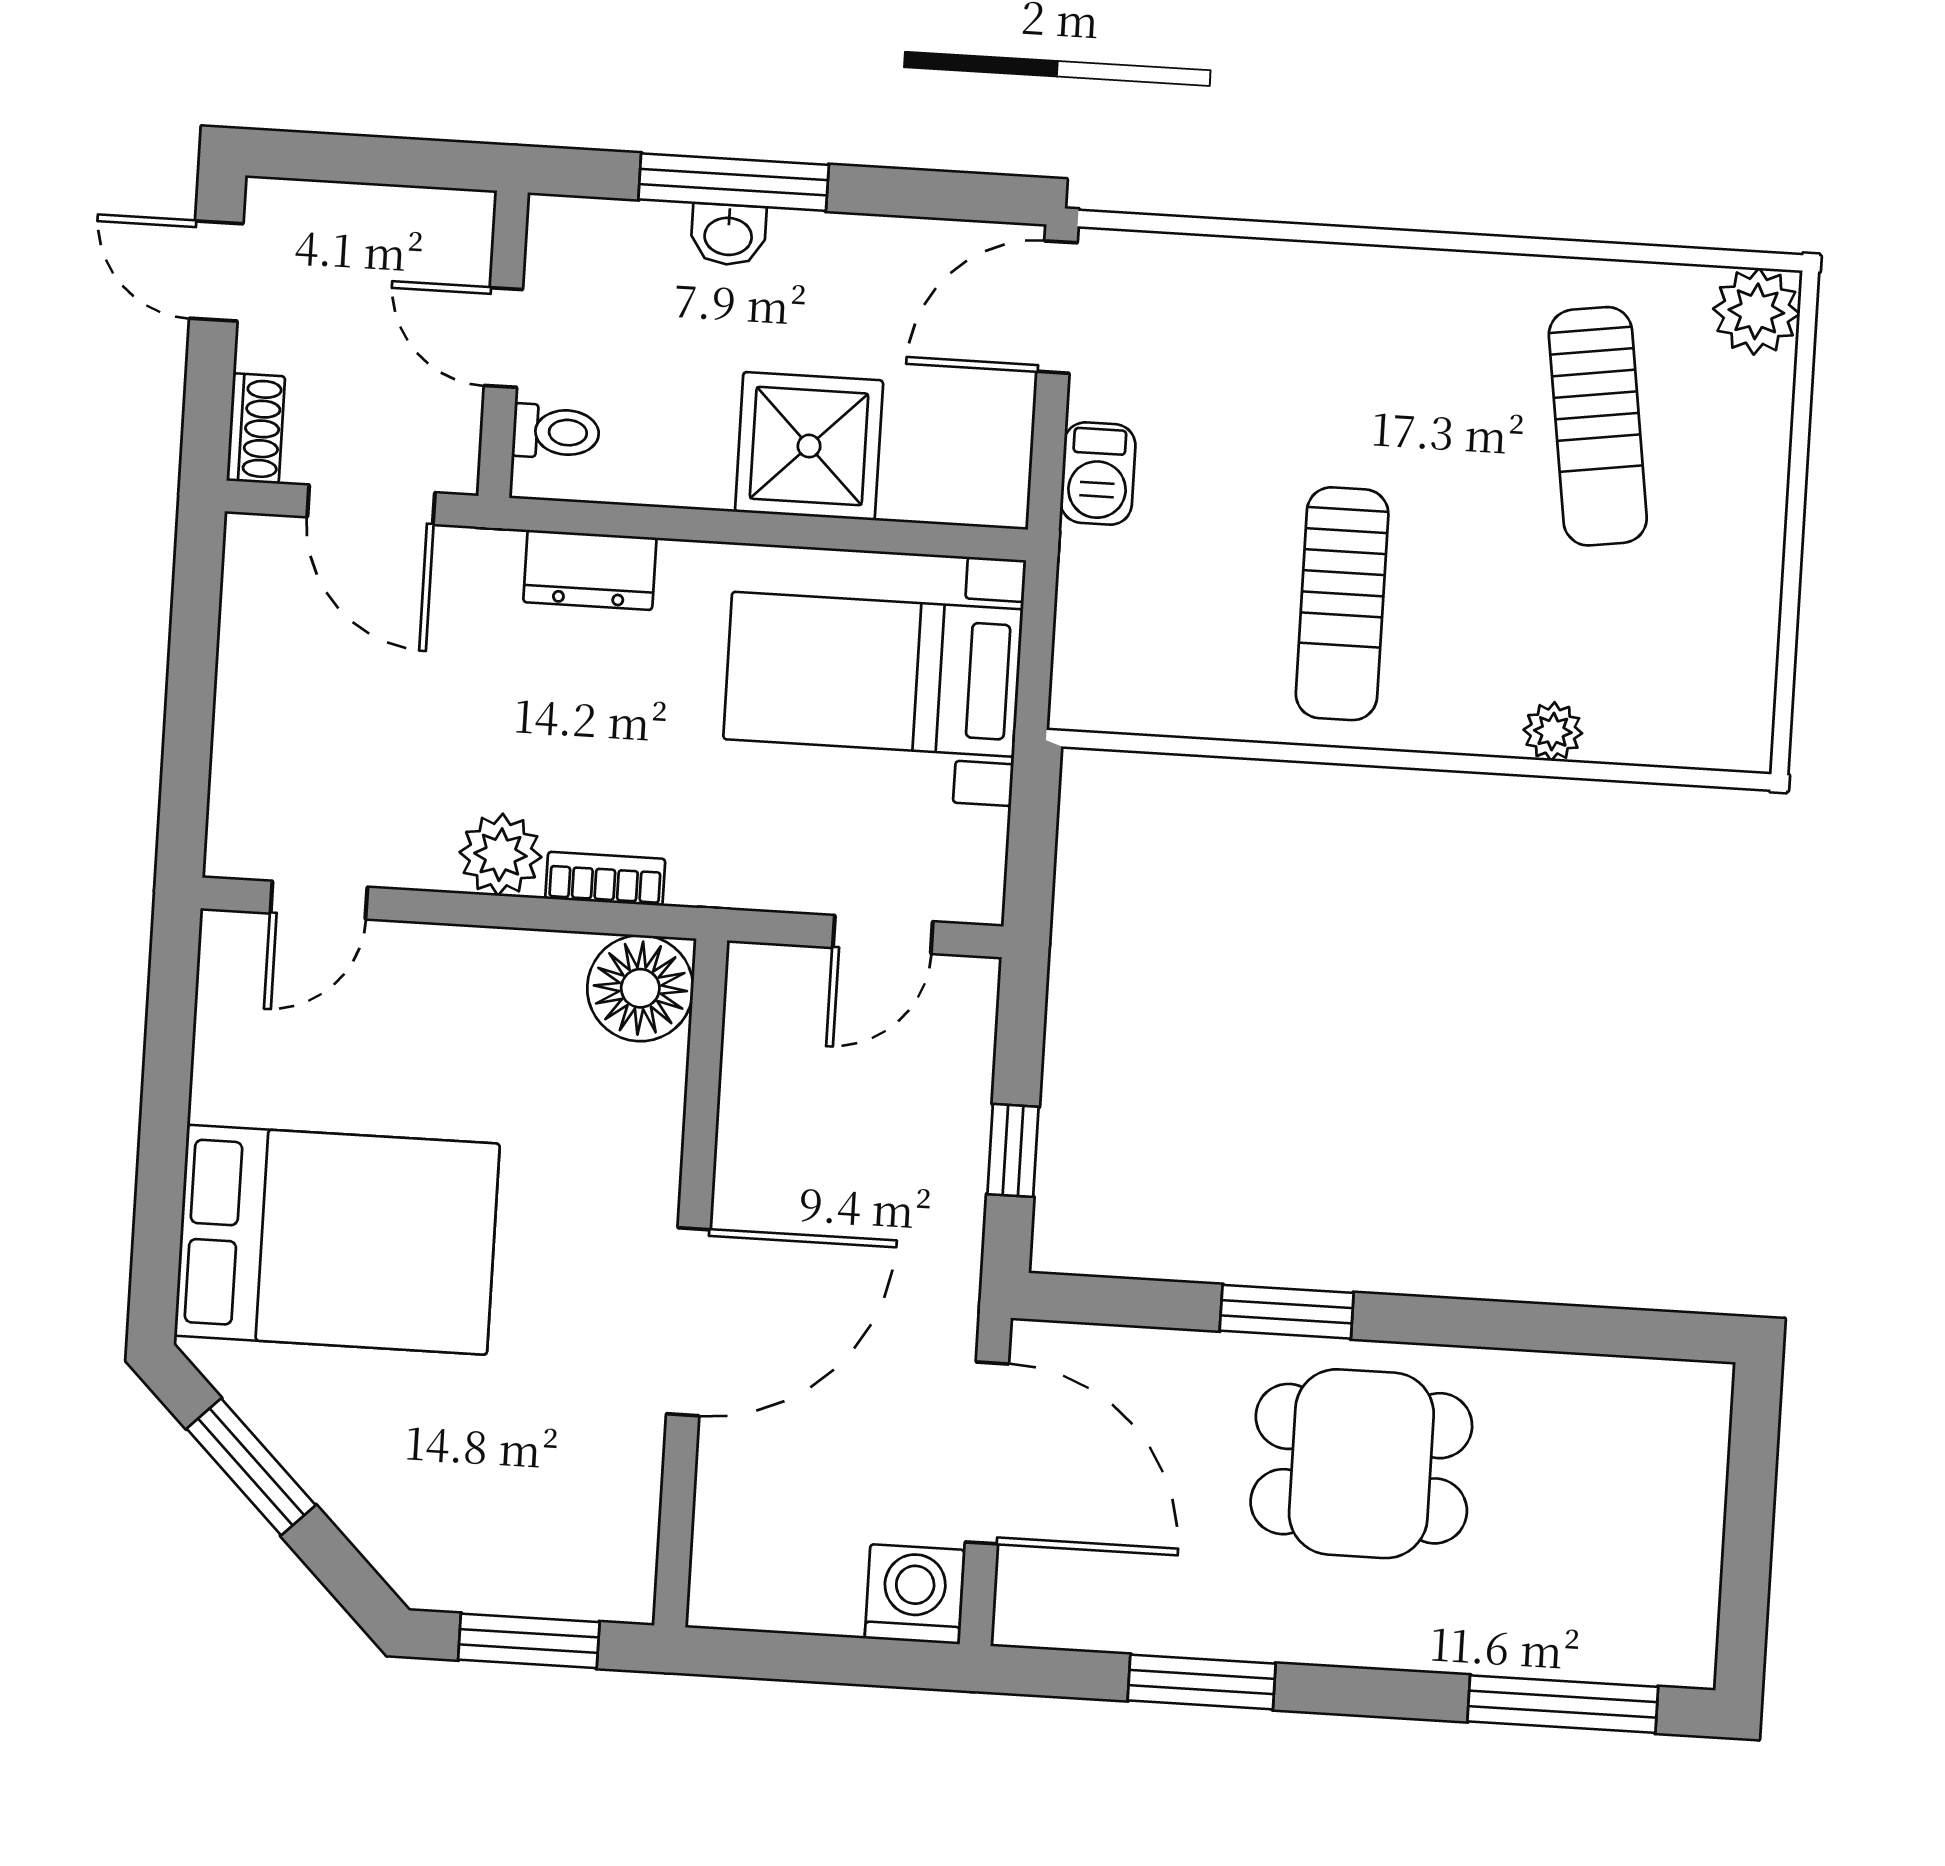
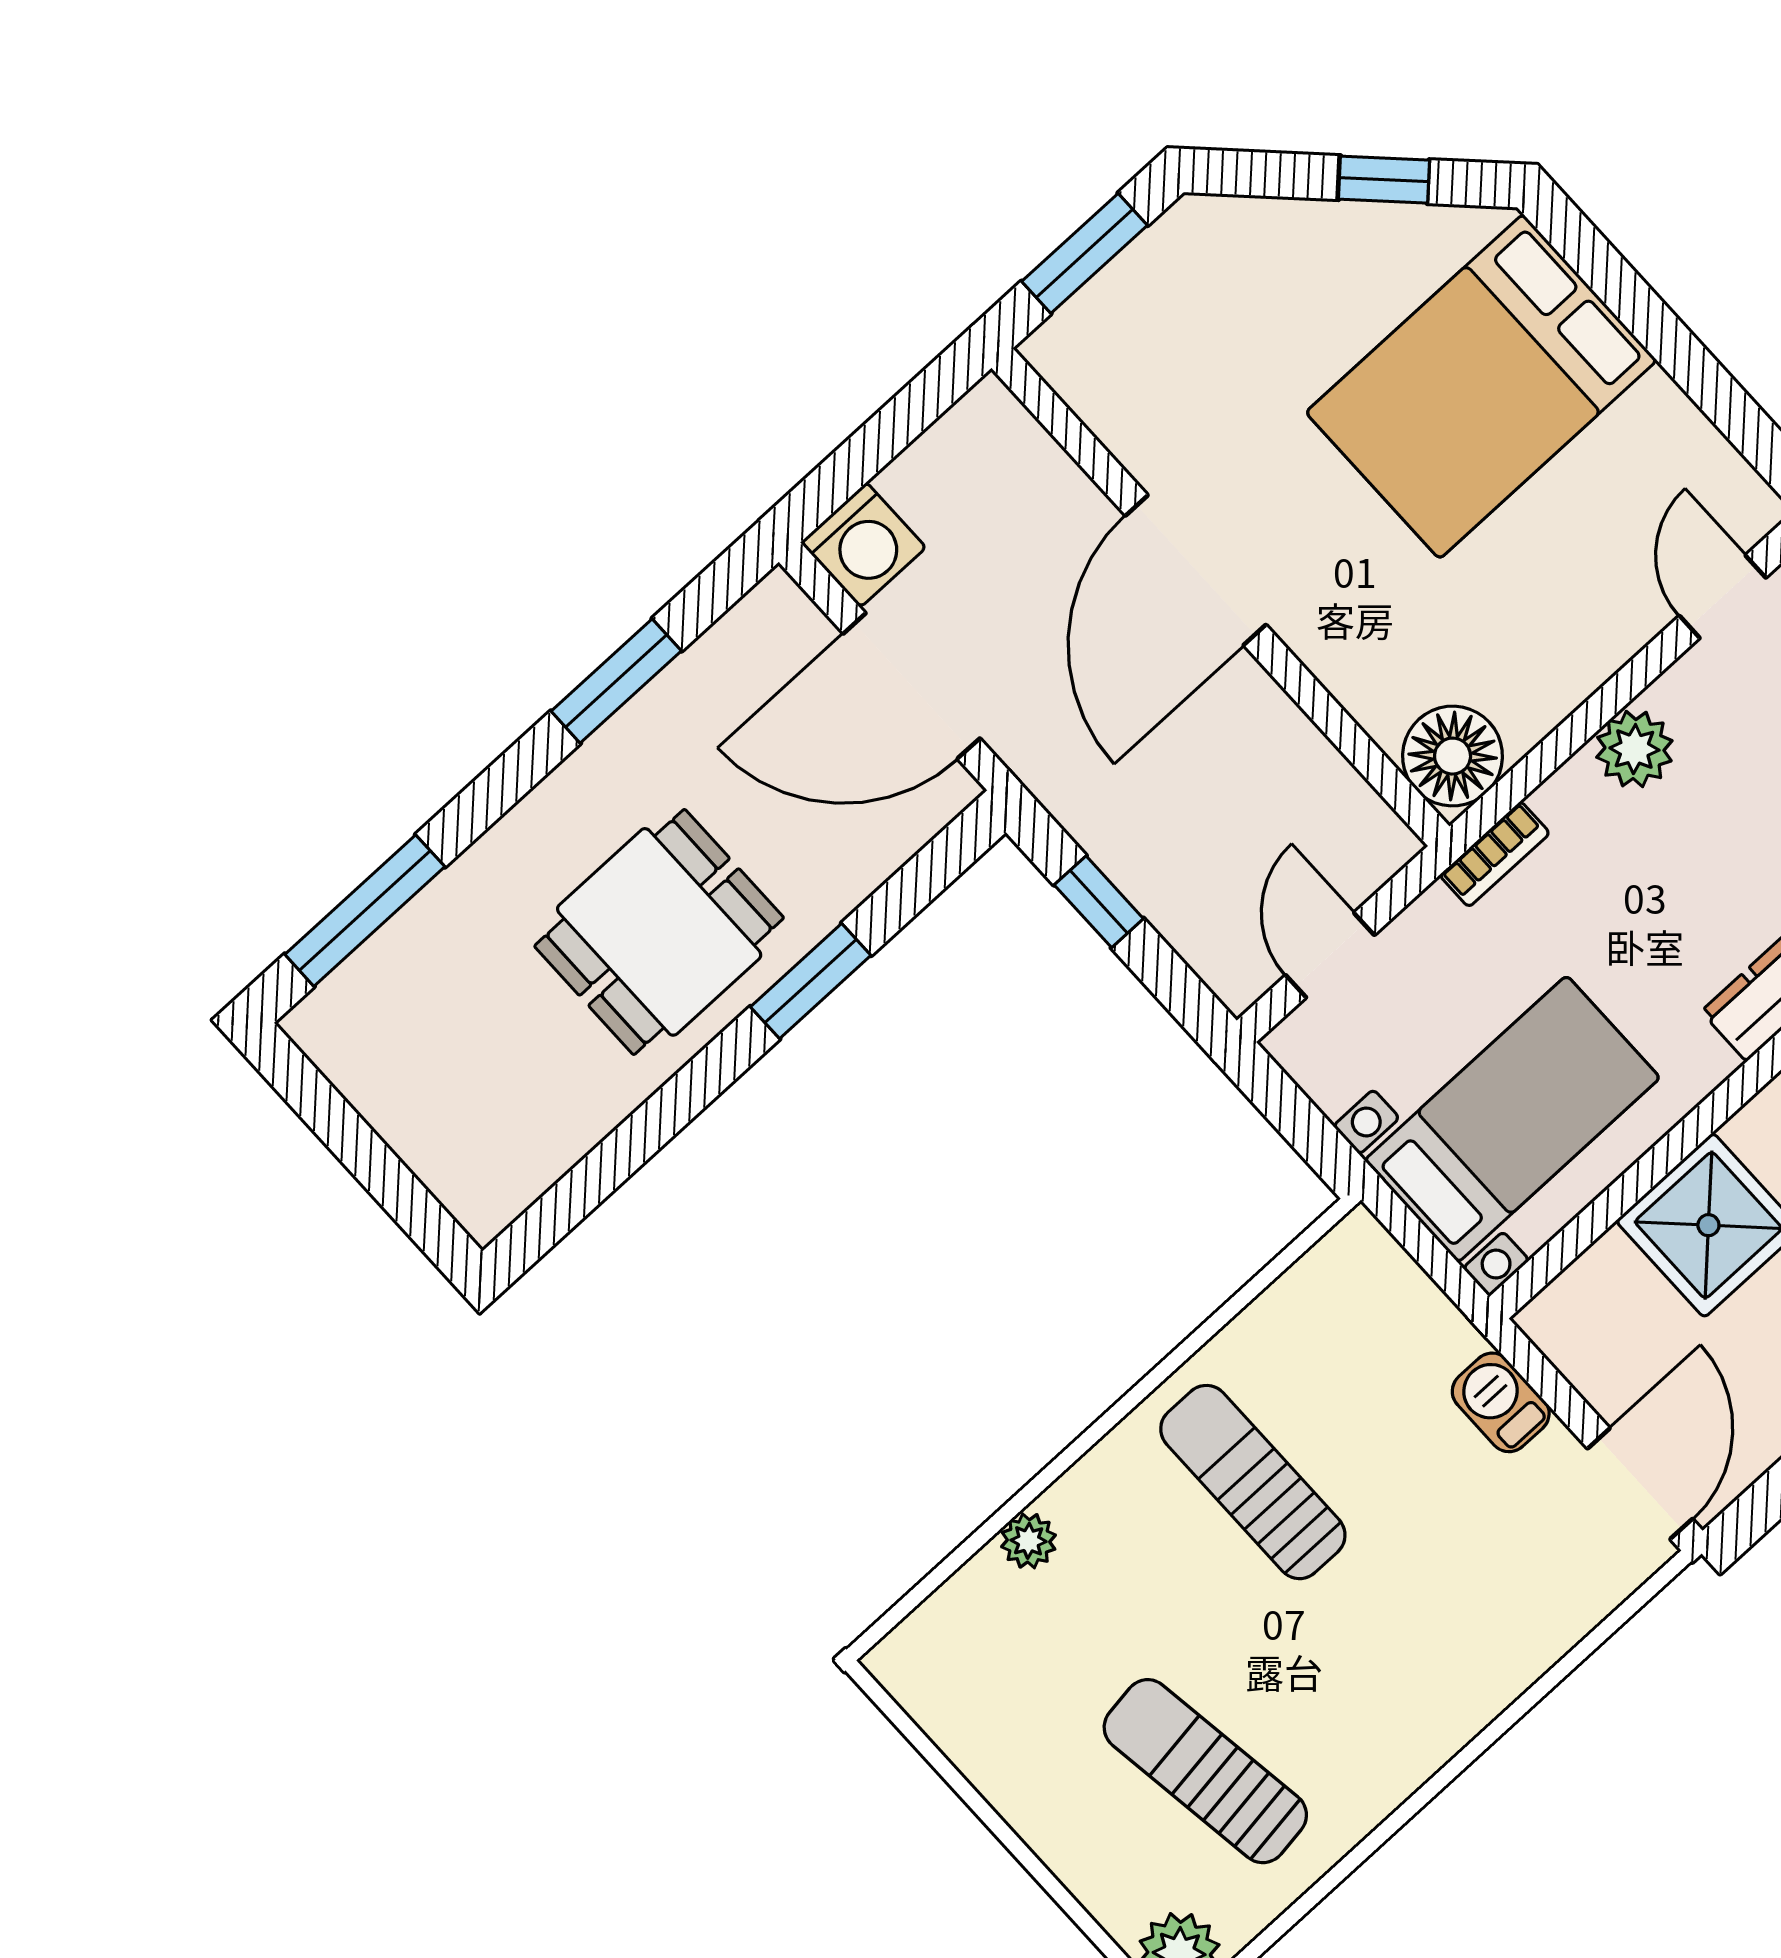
bookcase: (605, 879) -> (1495, 854), moved
window: (251, 1467) -> (1384, 180), width x0.67

